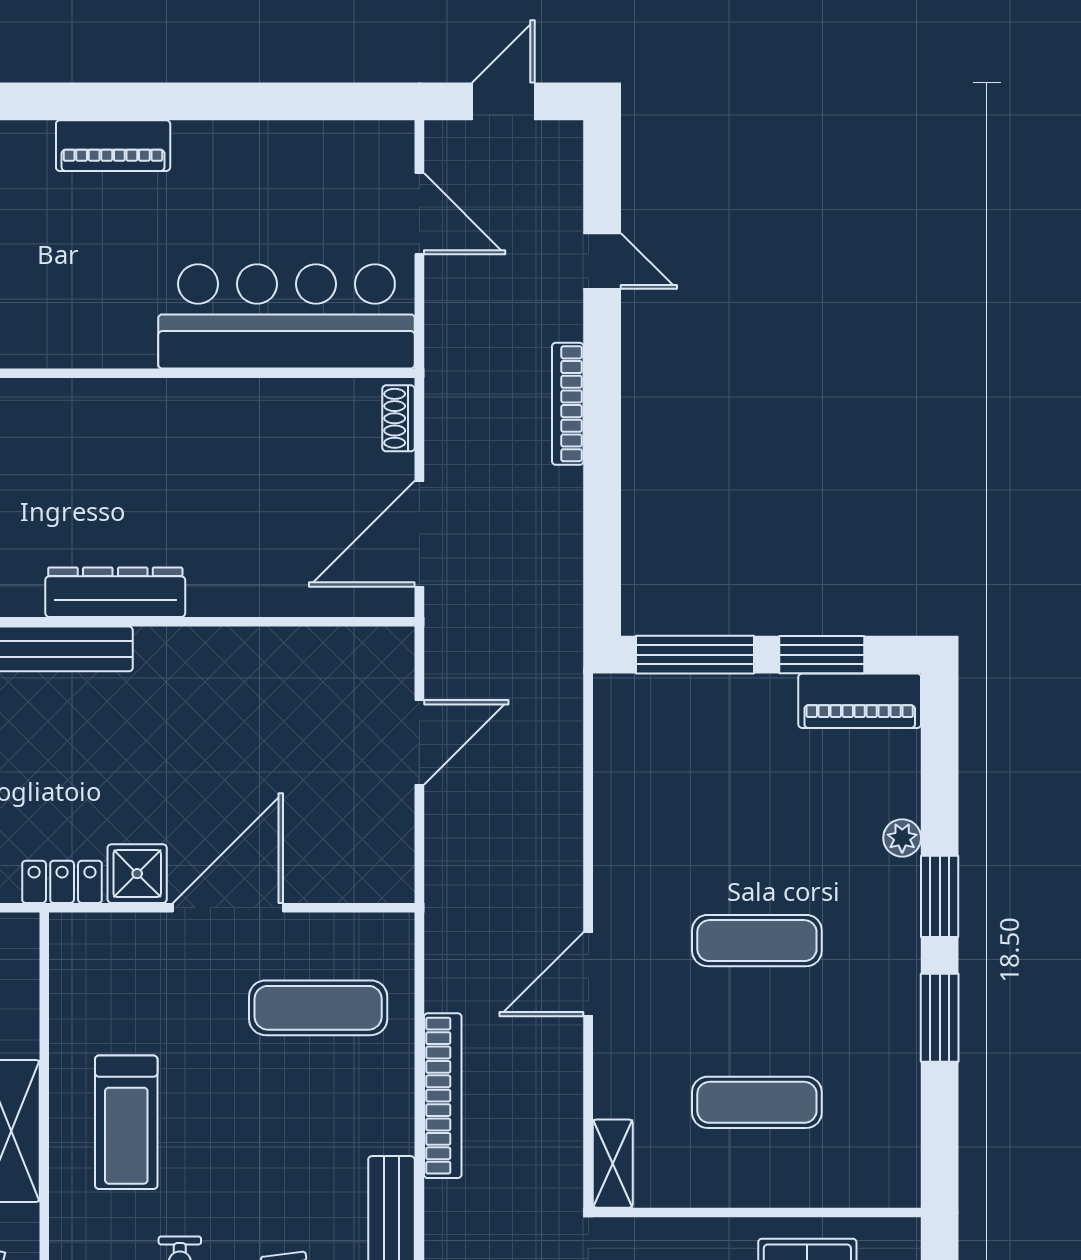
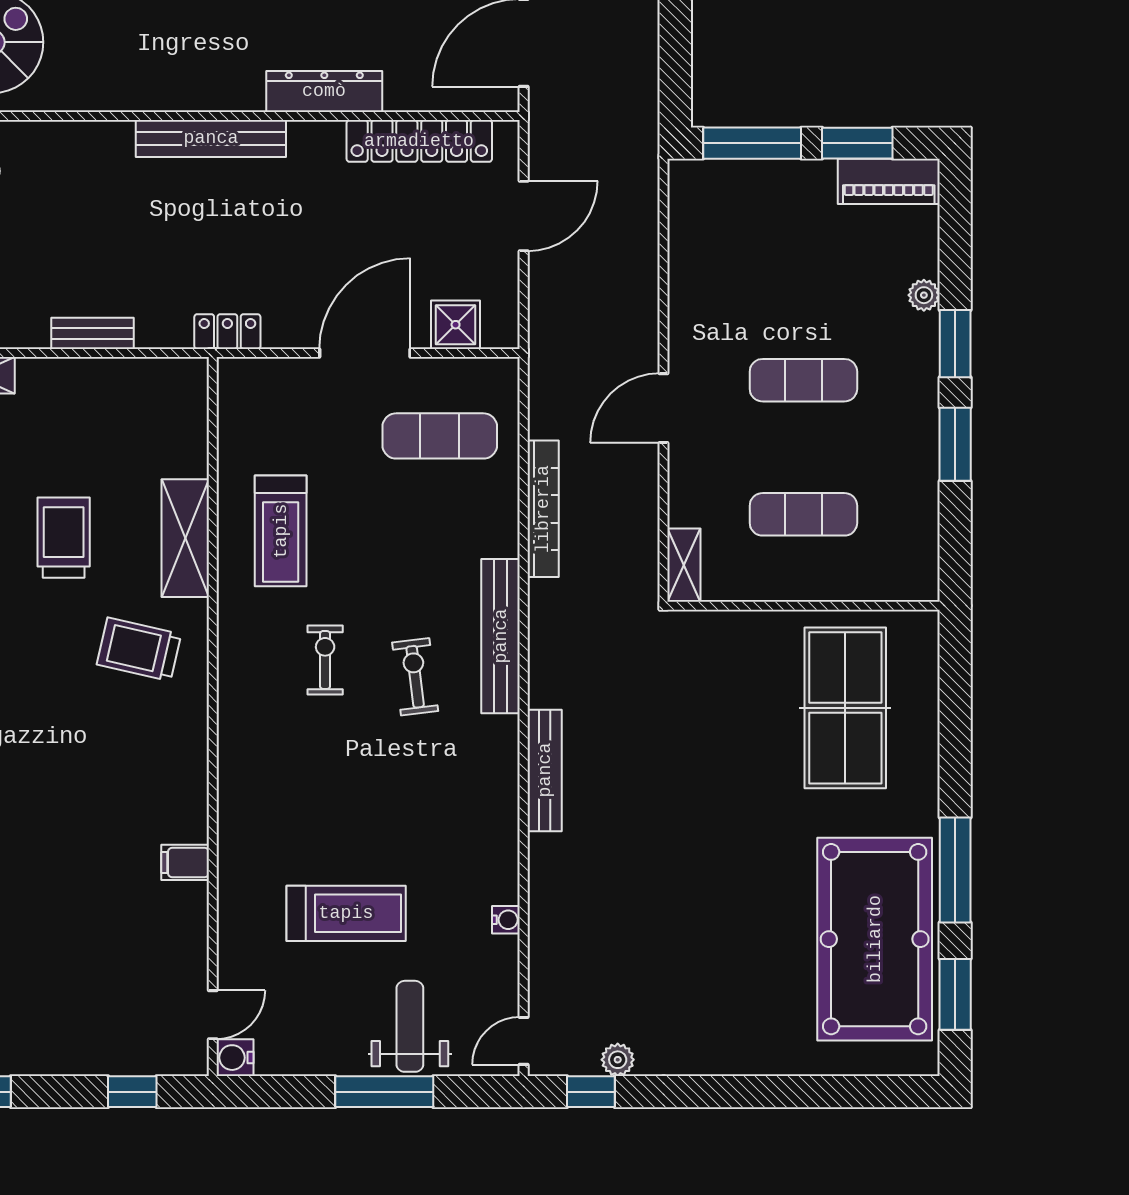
dresser: (115, 592) -> (324, 91), moved
locker: (293, 652) -> (419, 141), added
shower: (137, 874) -> (456, 325), moved

